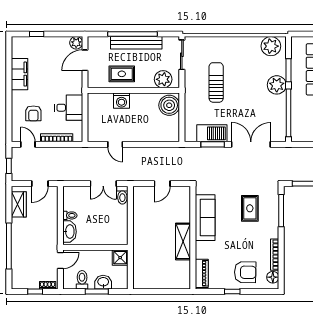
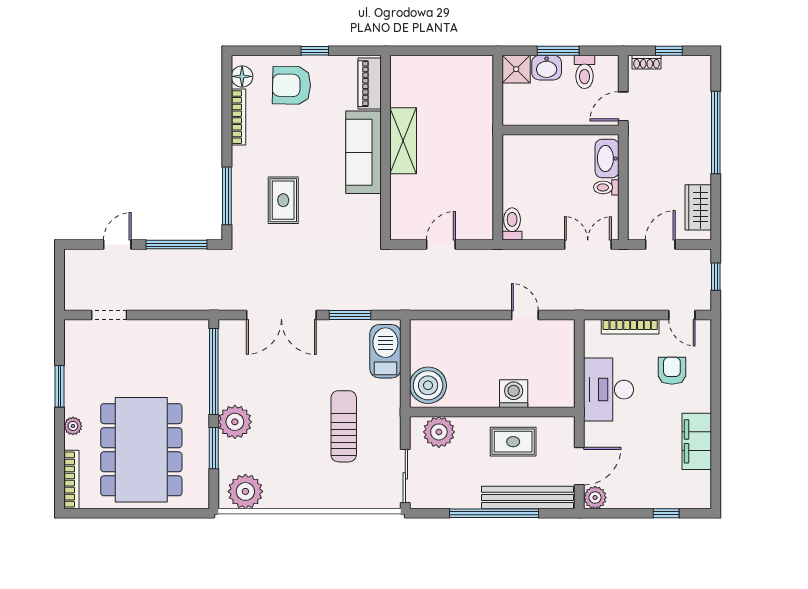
bench: (136, 43) -> (527, 497), moved
sun lounger: (216, 82) -> (344, 426), turned 180
desk: (69, 108) -> (609, 390), width x1.37
barbecue: (212, 133) -> (385, 351), moved, turned 90
double door: (103, 184) -> (588, 245), moved
sofa: (205, 218) -> (364, 152), moved
shower: (120, 258) -> (516, 69), moved

